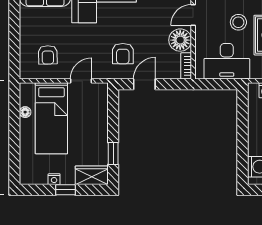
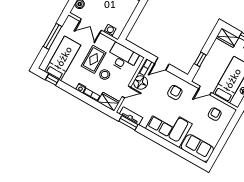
door: (144, 84) -> (162, 64), moved
window: (113, 154) -> (200, 59), moved

